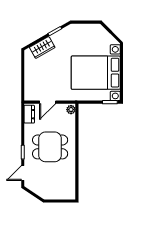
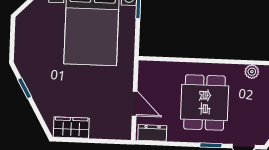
wardrobe: (42, 47) -> (71, 128), moved, turned -60
plant: (71, 110) -> (252, 72), moved

